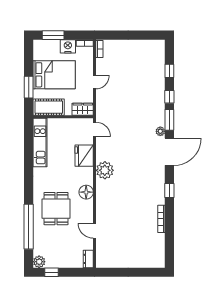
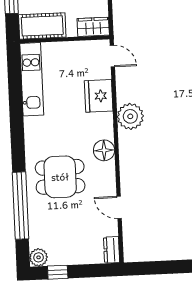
dining table: (56, 209) -> (60, 177), turned 90

